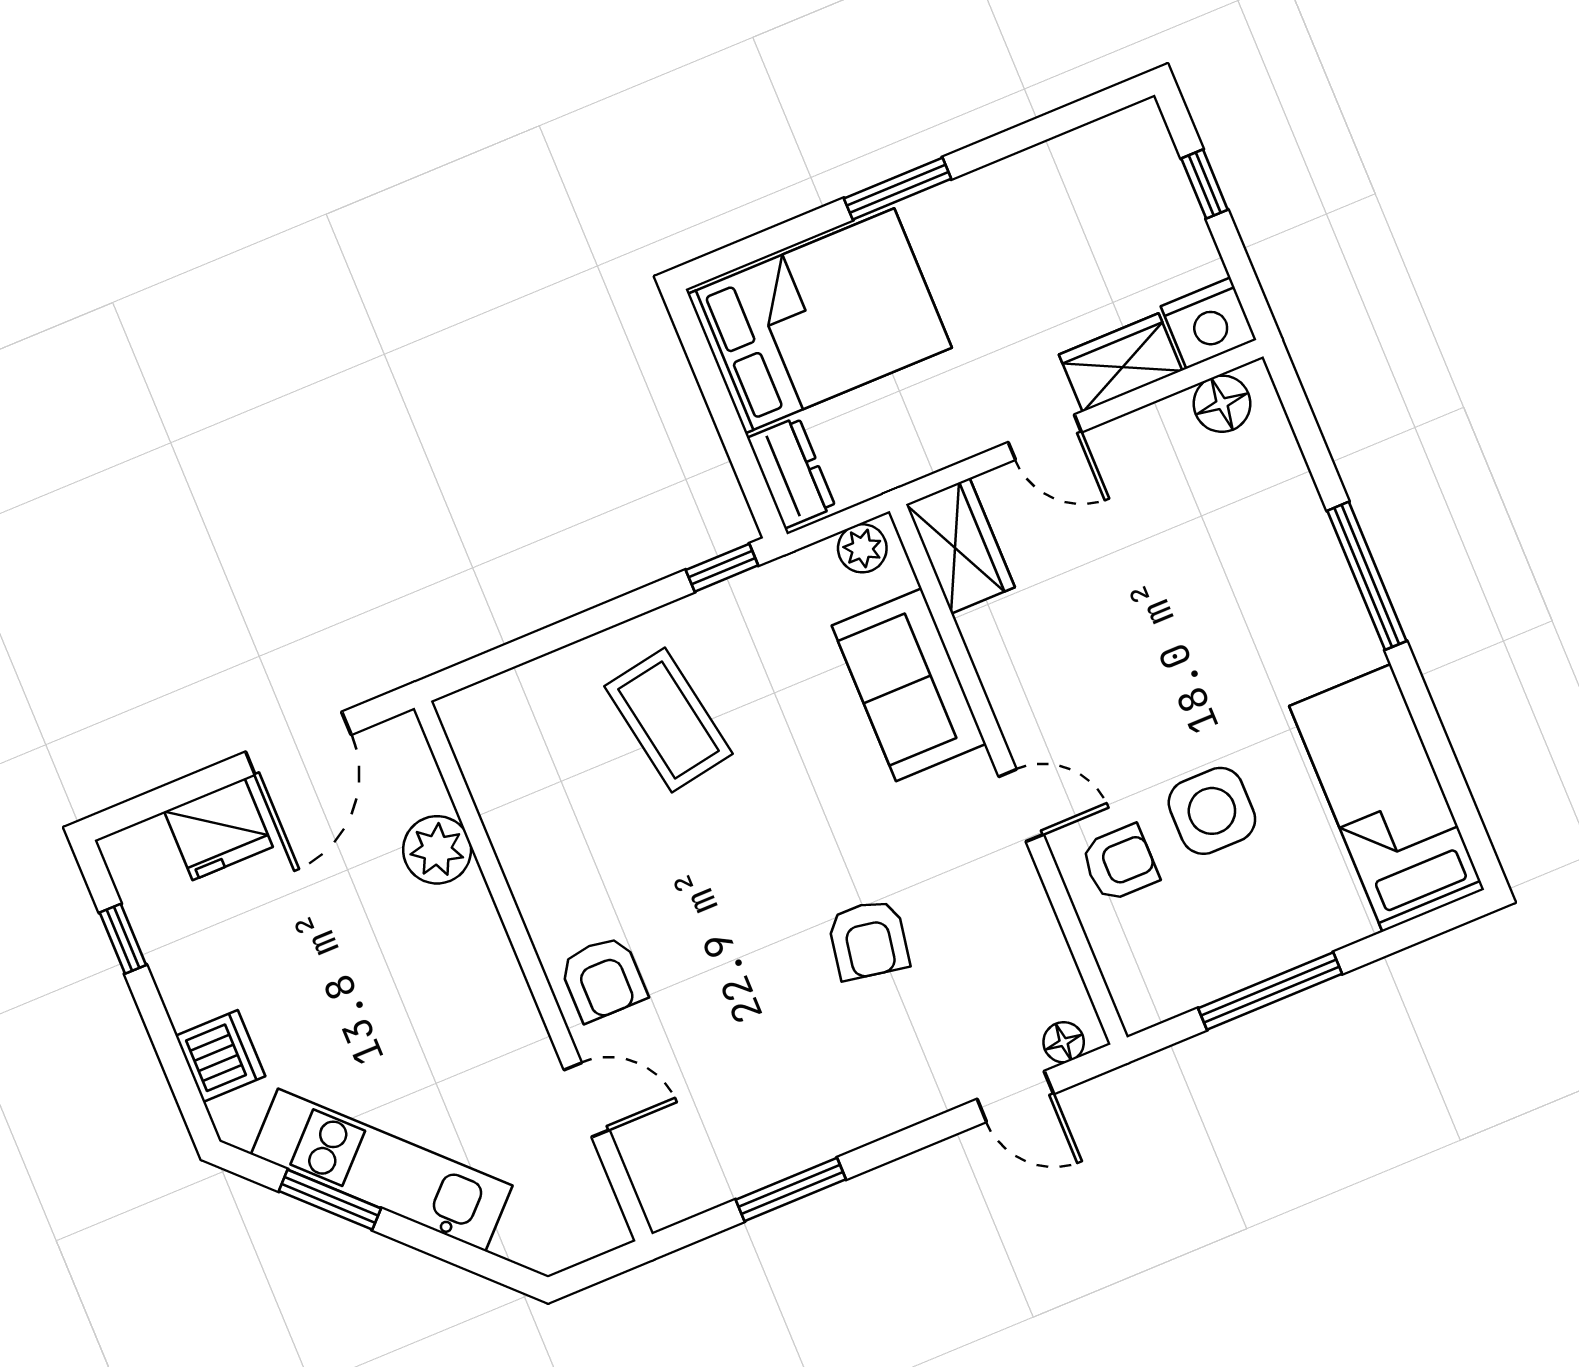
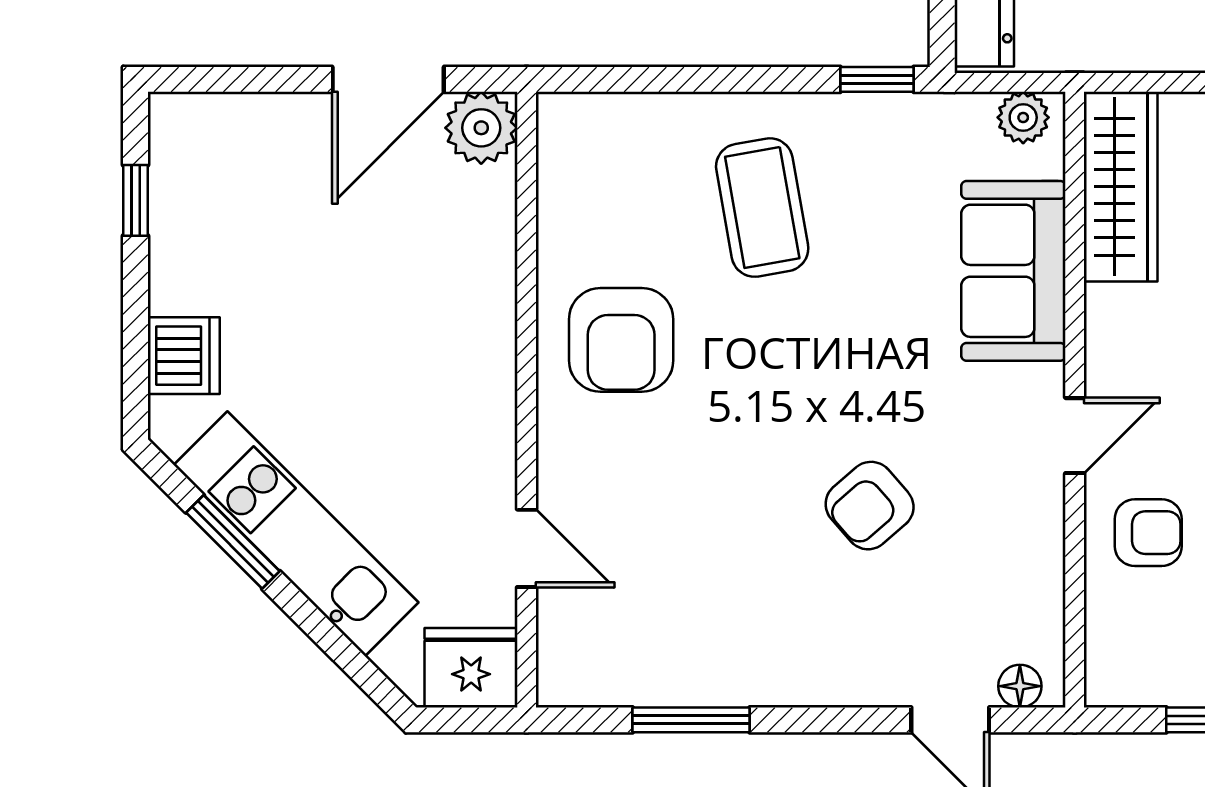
wardrobe: (960, 546) -> (1121, 187), width x1.50
door: (1021, 805) -> (1075, 436), hinge flipped
fridge: (218, 829) -> (471, 668), moved, turned 180
plant: (437, 850) -> (481, 128), moved
armchair: (868, 940) -> (870, 506), turned 39
armchair: (603, 979) -> (621, 340), moved, width x1.38, depth x1.38

